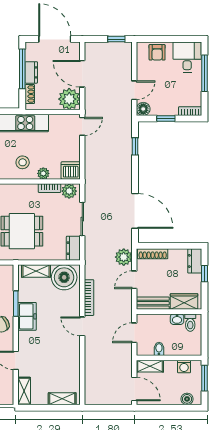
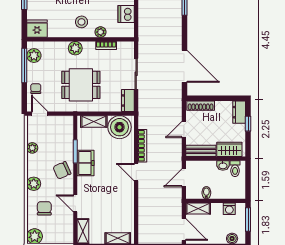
dishwasher: (71, 170) -> (126, 14), moved, turned -90
plant: (69, 191) -> (75, 48), moved
plant: (124, 257) -> (174, 109), removed

